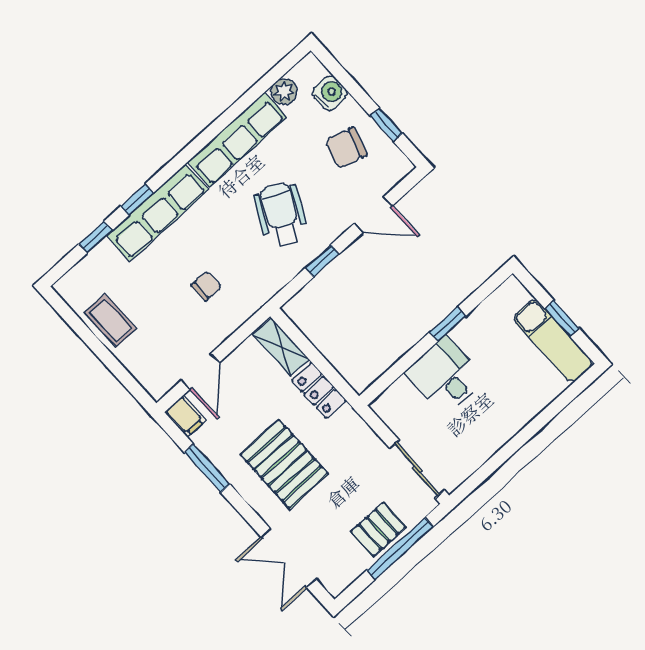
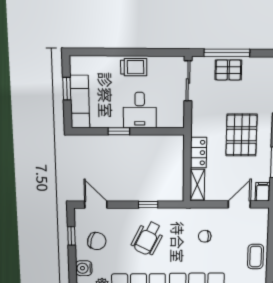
door: (373, 215) -> (96, 205), moved
exam couch: (553, 341) -> (80, 102), moved
trolley: (501, 423) -> (134, 67), added

